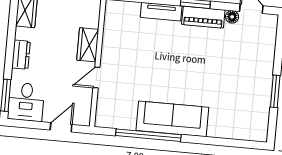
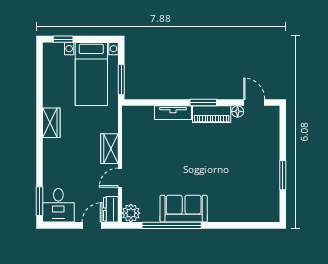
dresser: (21, 55) -> (111, 209), moved, turned 180
plant: (105, 118) -> (131, 213), added
sofa: (172, 119) -> (184, 209), width x0.73

